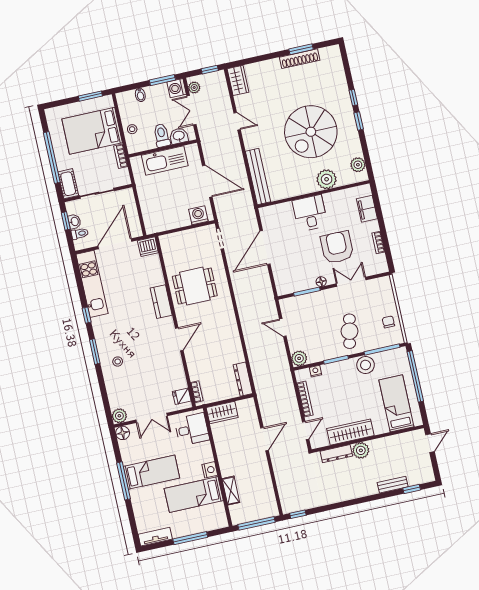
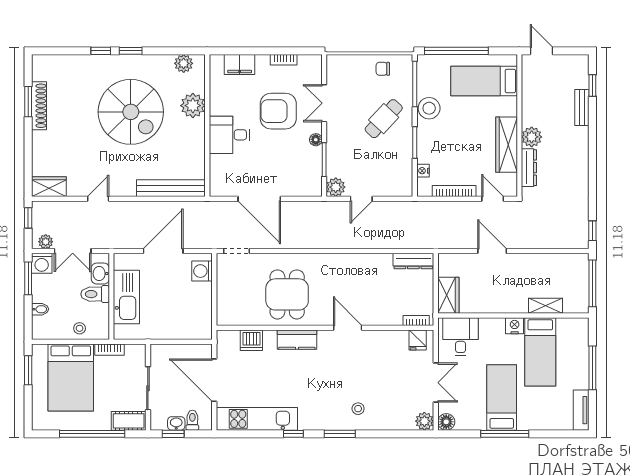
dishwasher: (148, 247) -> (251, 340), moved, turned 90
cafe table: (349, 331) -> (384, 119), turned -59
plant: (299, 358) -> (336, 187), moved

